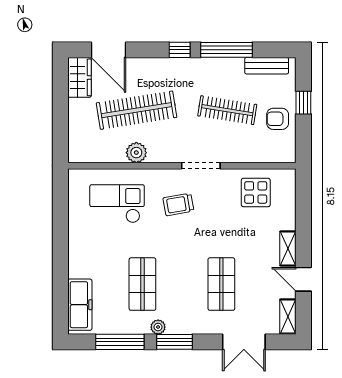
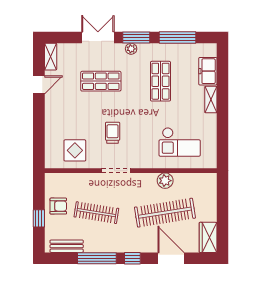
door: (109, 50) -> (171, 258), moved
trolley: (178, 204) -> (113, 133), moved, turned -80
shelving: (288, 248) -> (211, 100), moved
door: (303, 279) -> (39, 85), hinge flipped
shop shelf: (221, 284) -> (101, 81), turned 90
freezer: (80, 305) -> (208, 71), width x0.71
plant: (158, 327) -> (131, 49), moved
double door: (244, 342) -> (98, 37), moved

